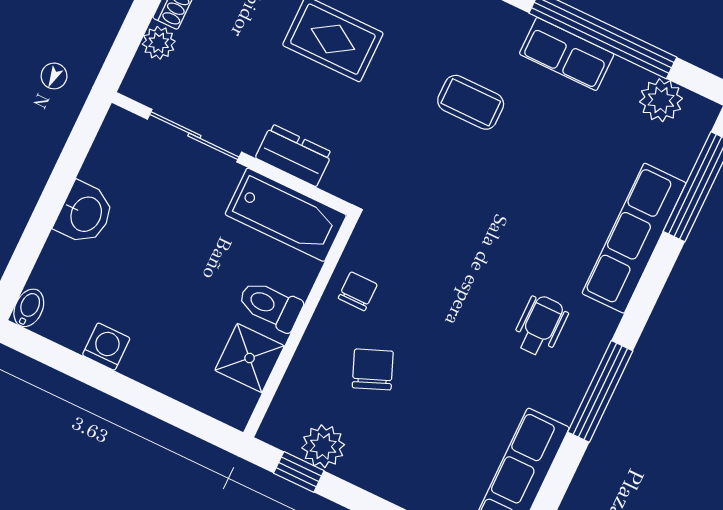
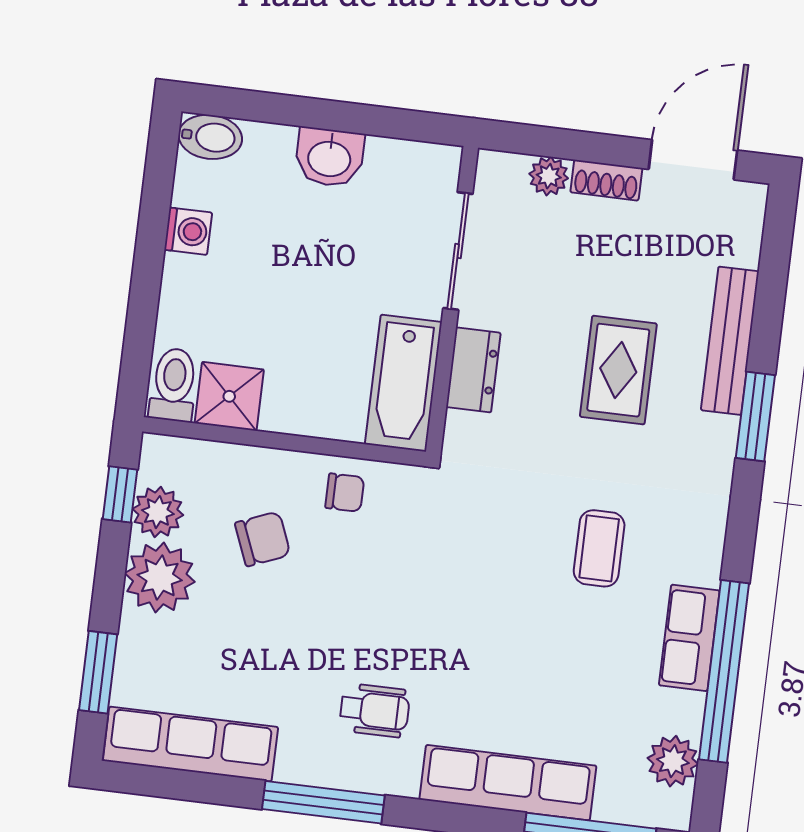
toilet: (270, 305) -> (174, 385), moved
bidet: (29, 308) -> (210, 137), width x1.38, depth x1.36
plant: (376, 462) -> (160, 577), added

